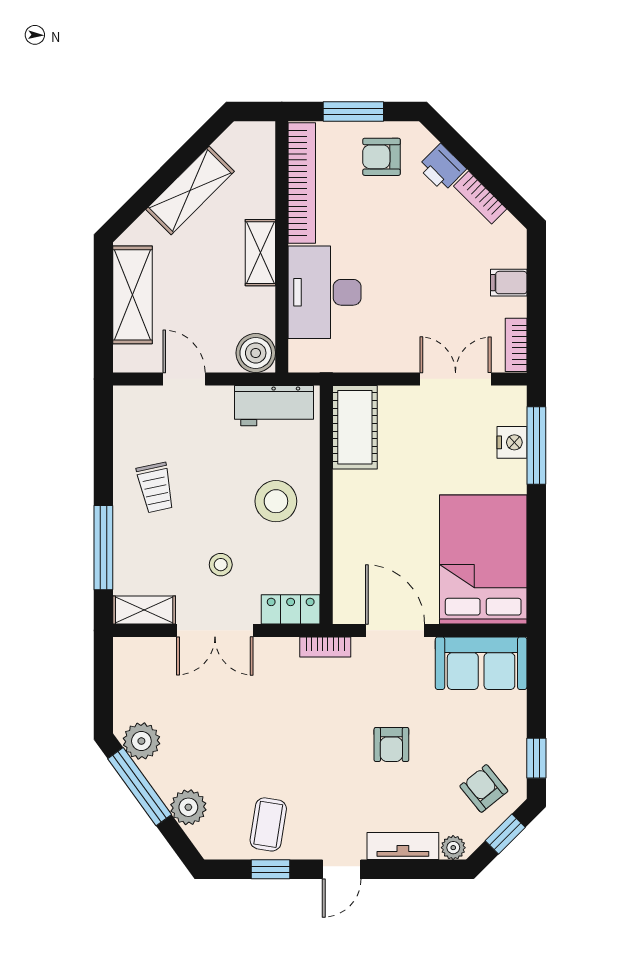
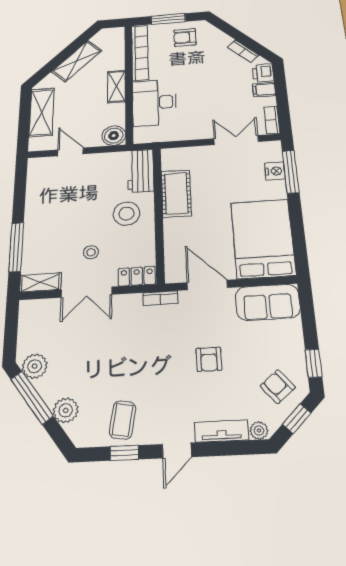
printer: (442, 168) -> (263, 73), moved, turned 45
workbench: (274, 406) -> (141, 171), moved, turned 90
cot: (355, 427) -> (176, 193), moved
trolley: (156, 488) -> (51, 211), removed

